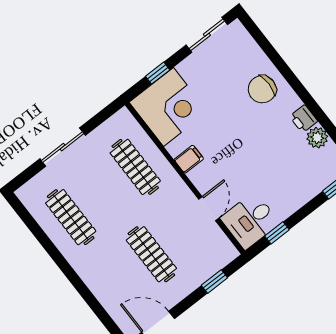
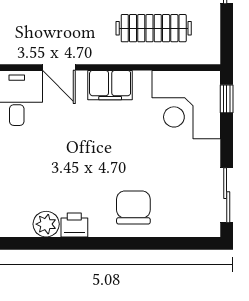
window: (158, 73) -> (227, 99), moved
filing cabinet: (189, 159) -> (110, 85), width x2.00

